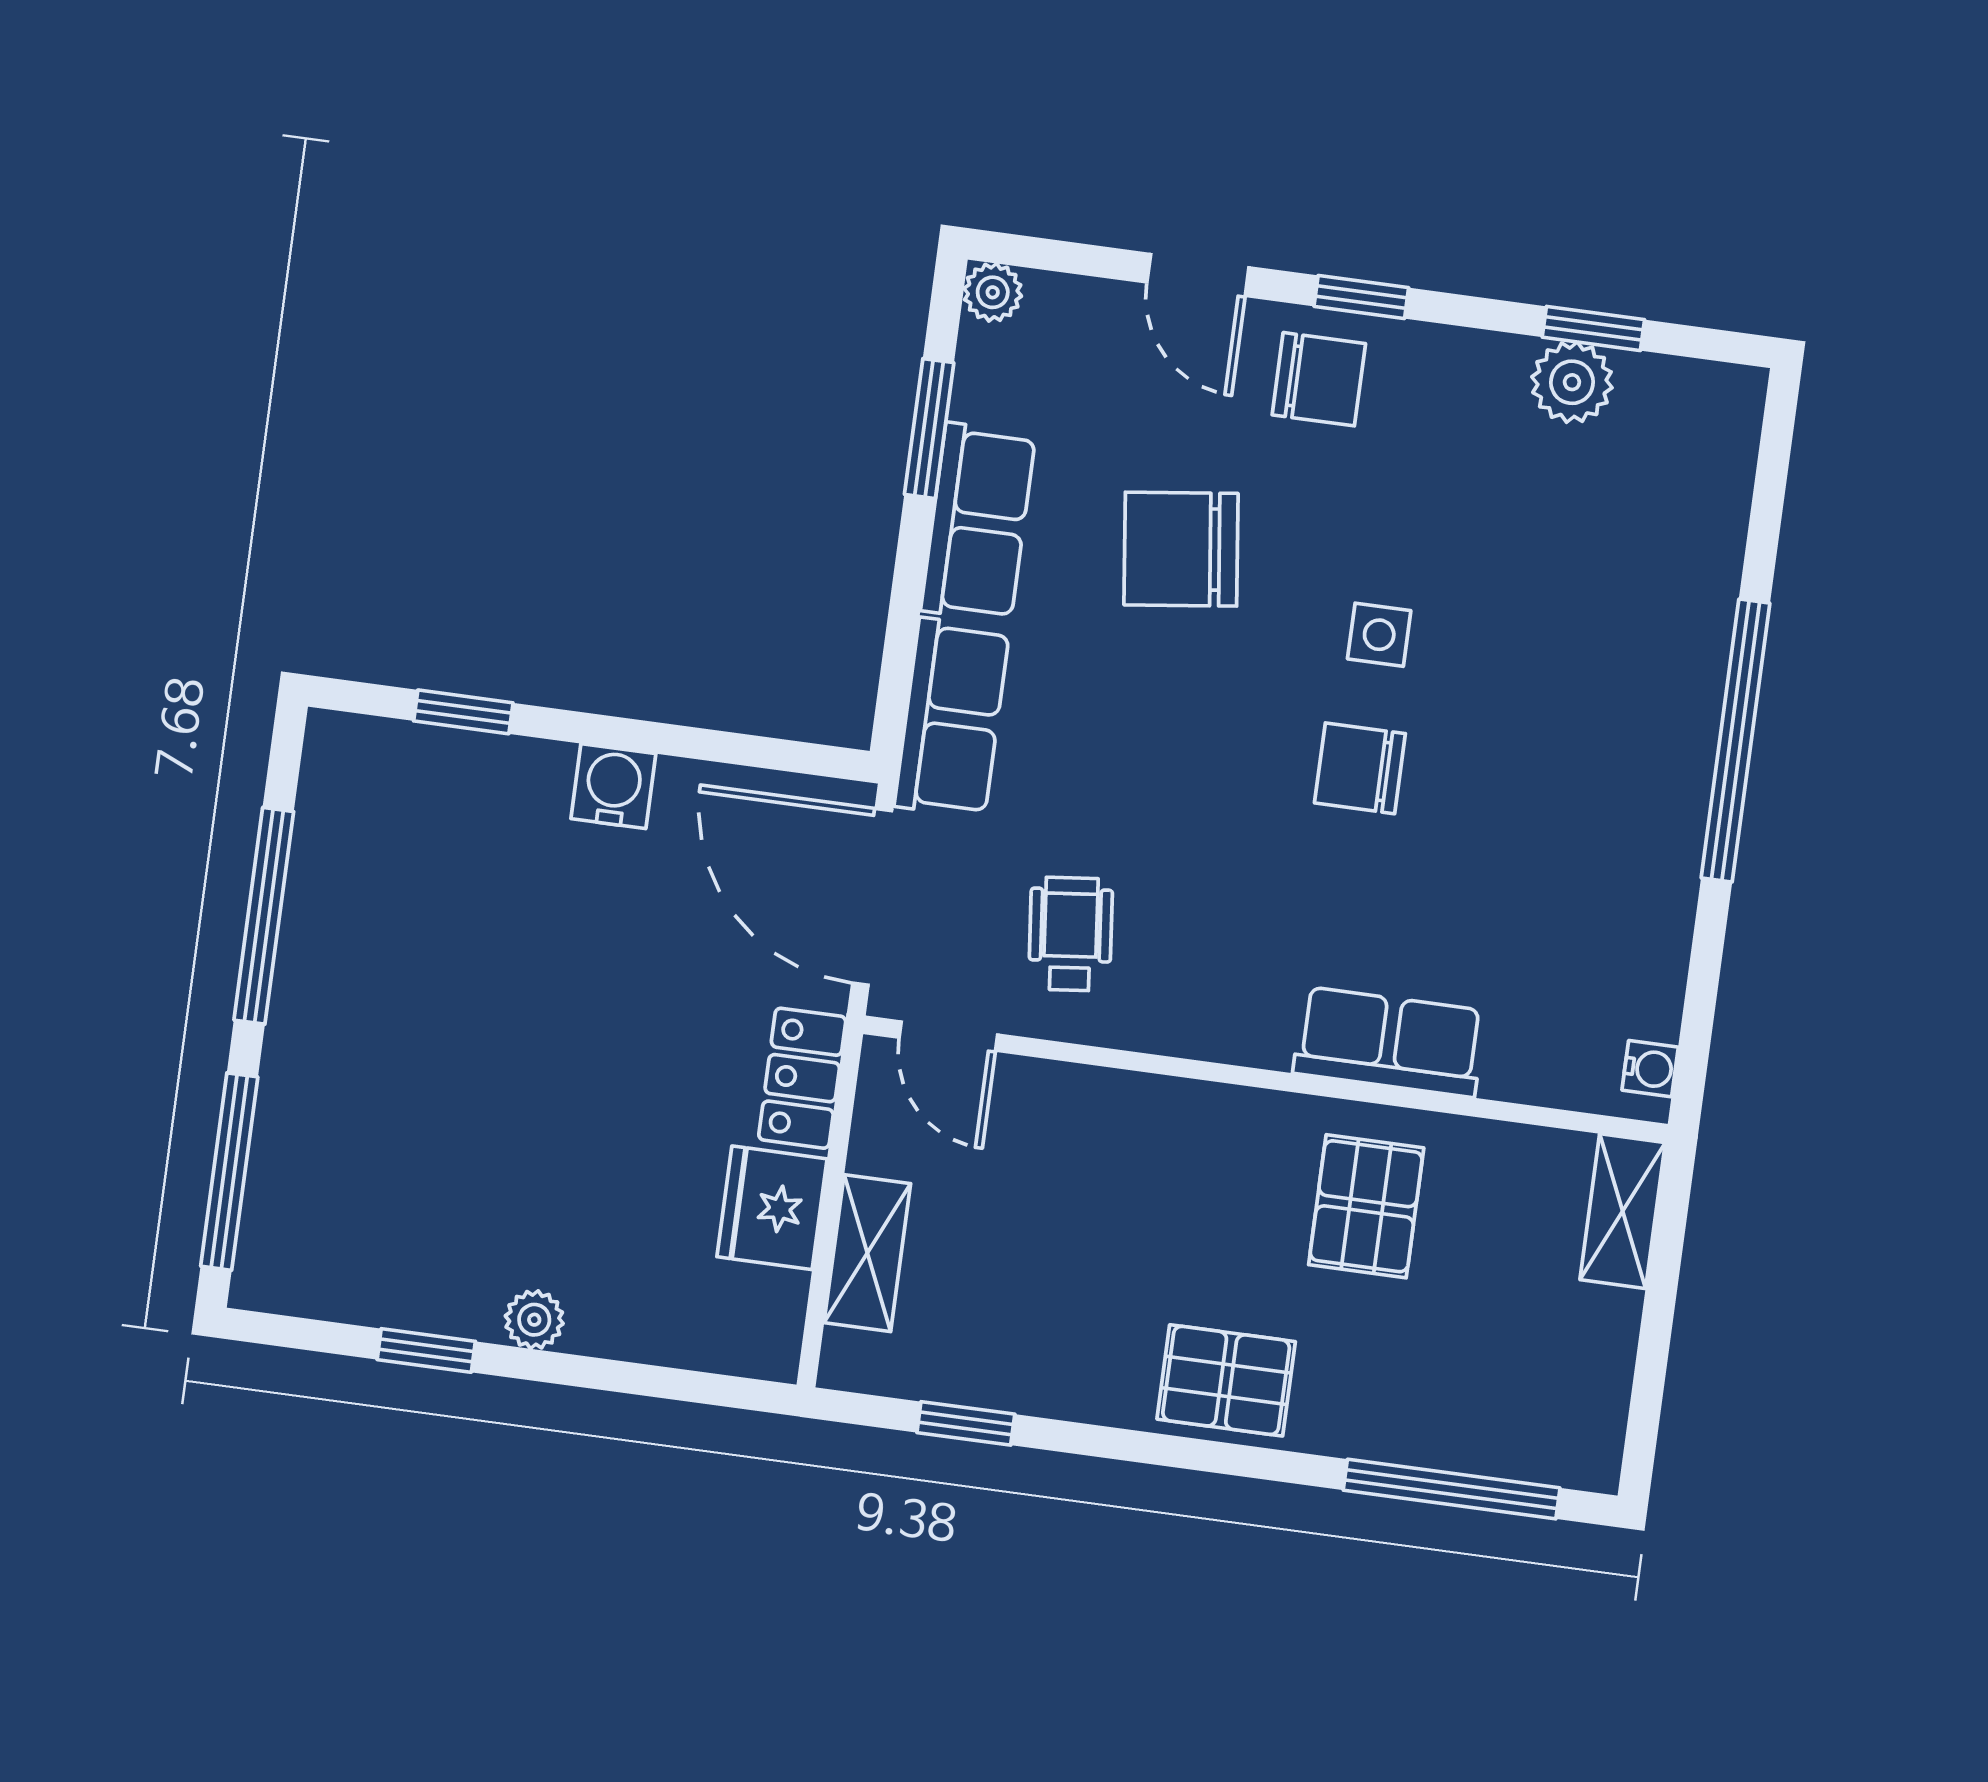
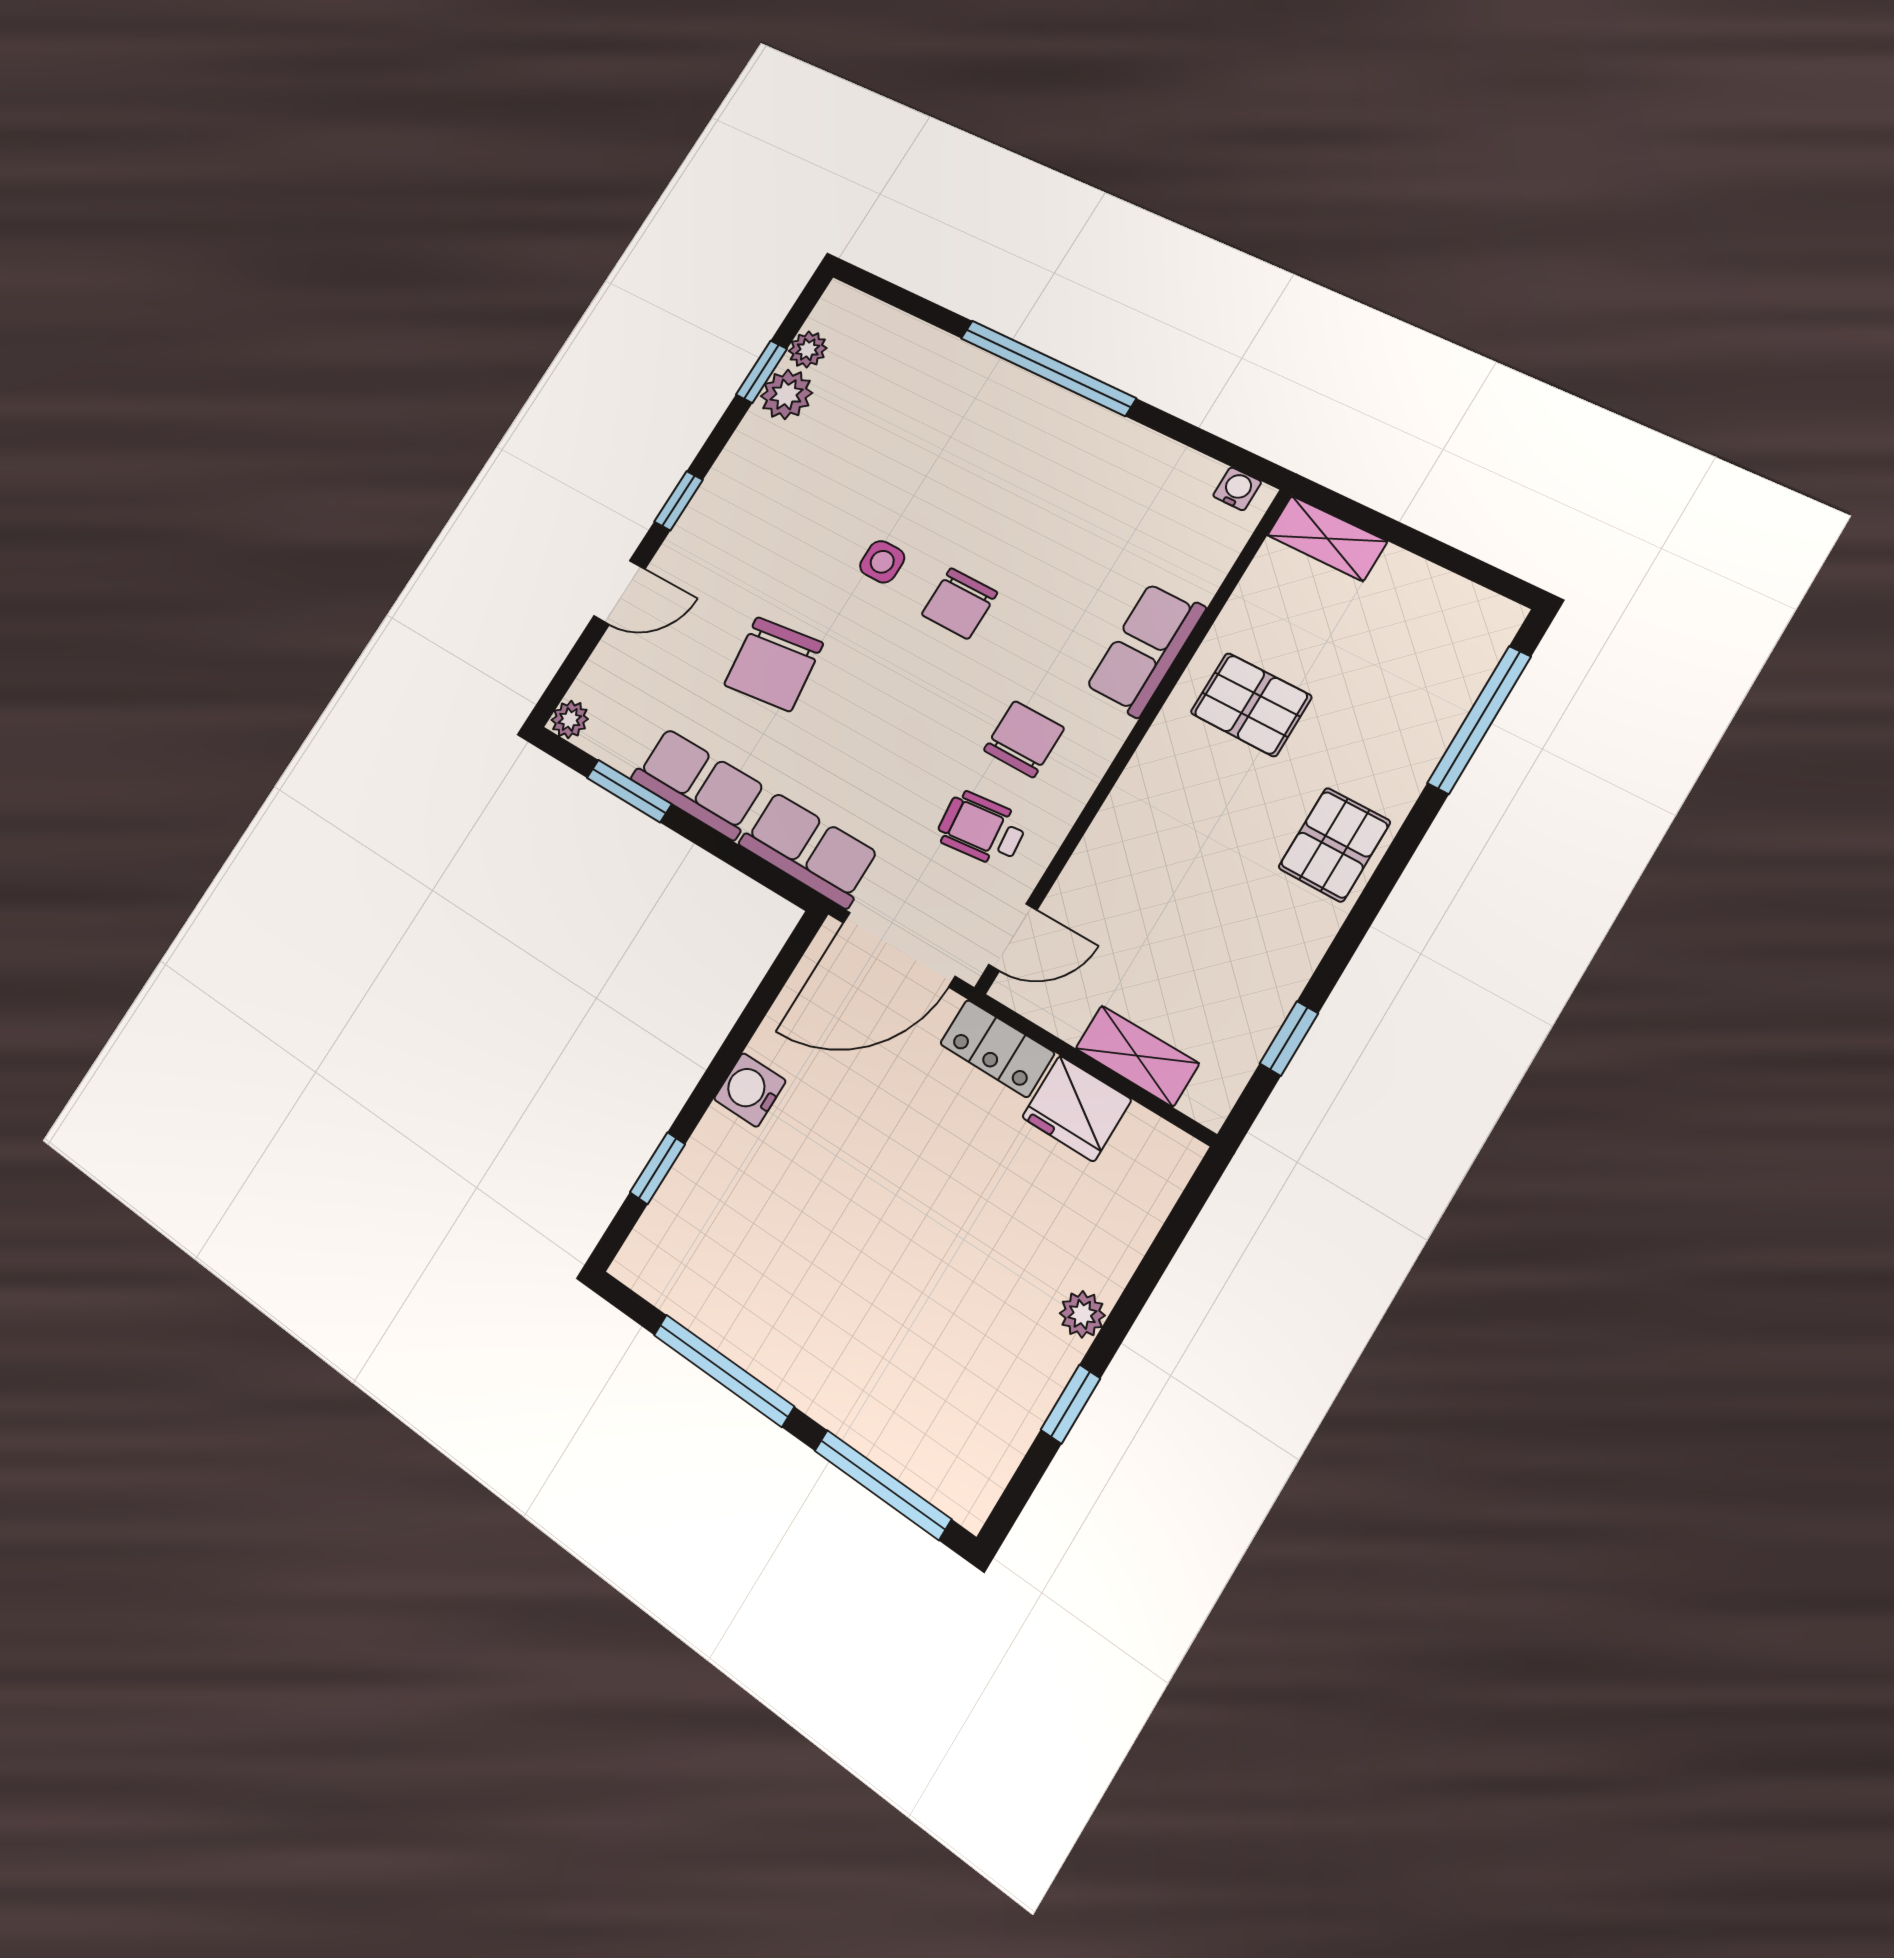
chair: (1319, 379) -> (1024, 739), moved
plant: (1649, 382) -> (808, 349), added

